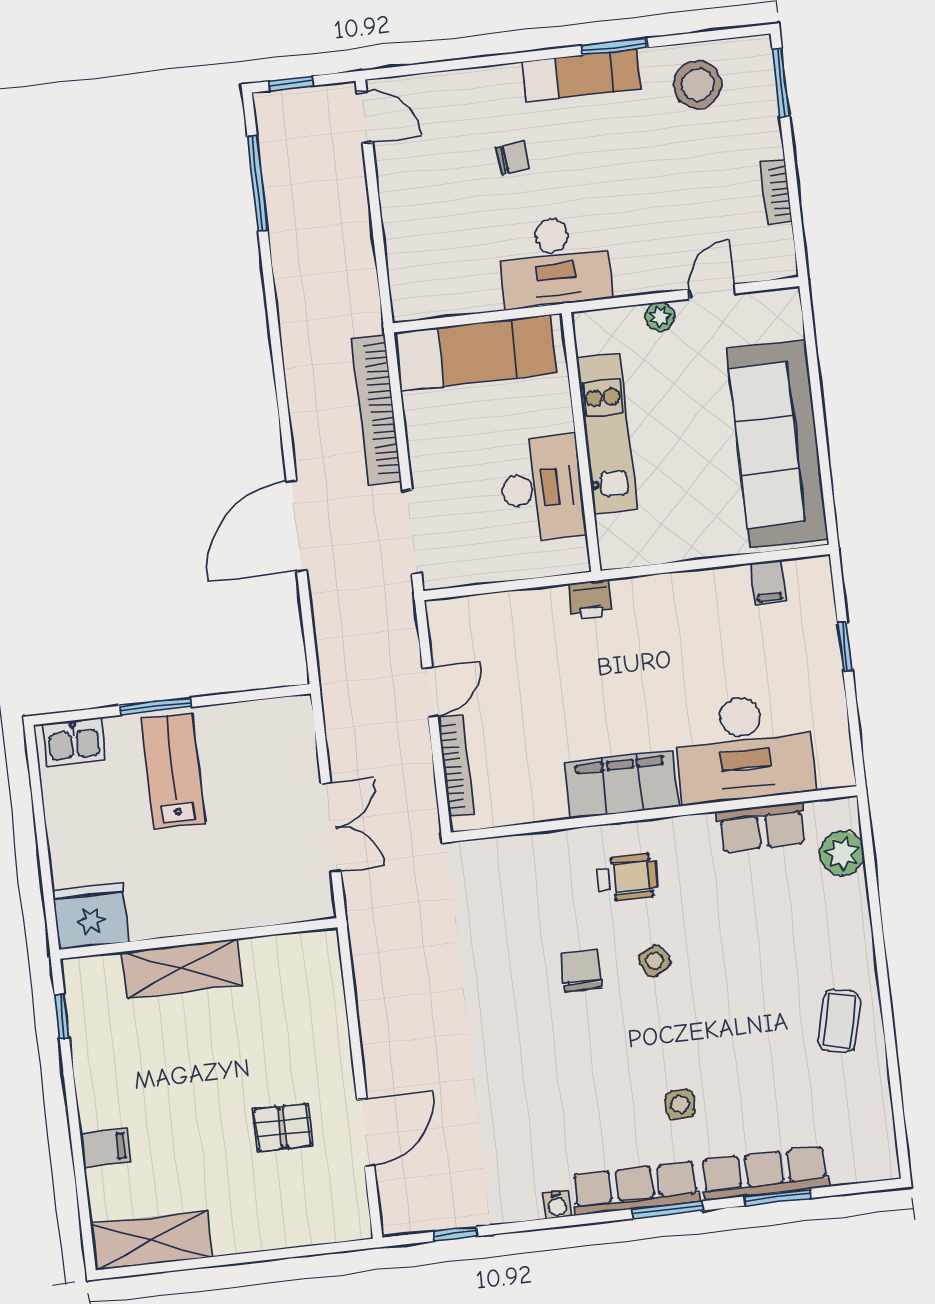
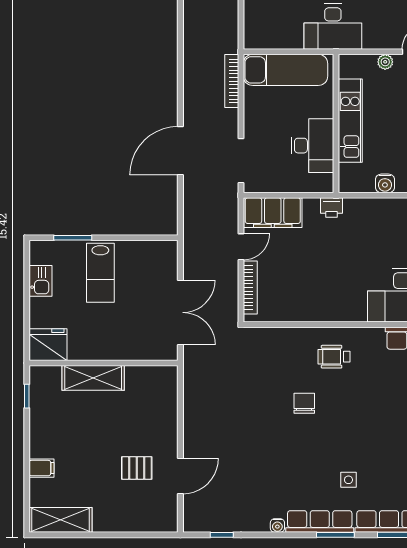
bookcase: (376, 409) -> (232, 81), width x0.68, depth x0.76
water cooler: (685, 543) -> (385, 183), added
window: (156, 706) -> (73, 238), moved
kitchen sink: (74, 742) -> (40, 281), moved, turned -90
lab bench: (173, 771) -> (100, 273), turned 180
filing cabinet: (622, 785) -> (273, 213), moved, turned 180
double door: (331, 828) -> (180, 312), width x1.37
wheelchair: (627, 878) -> (334, 357), turned 180
side table: (655, 961) -> (344, 402), removed

